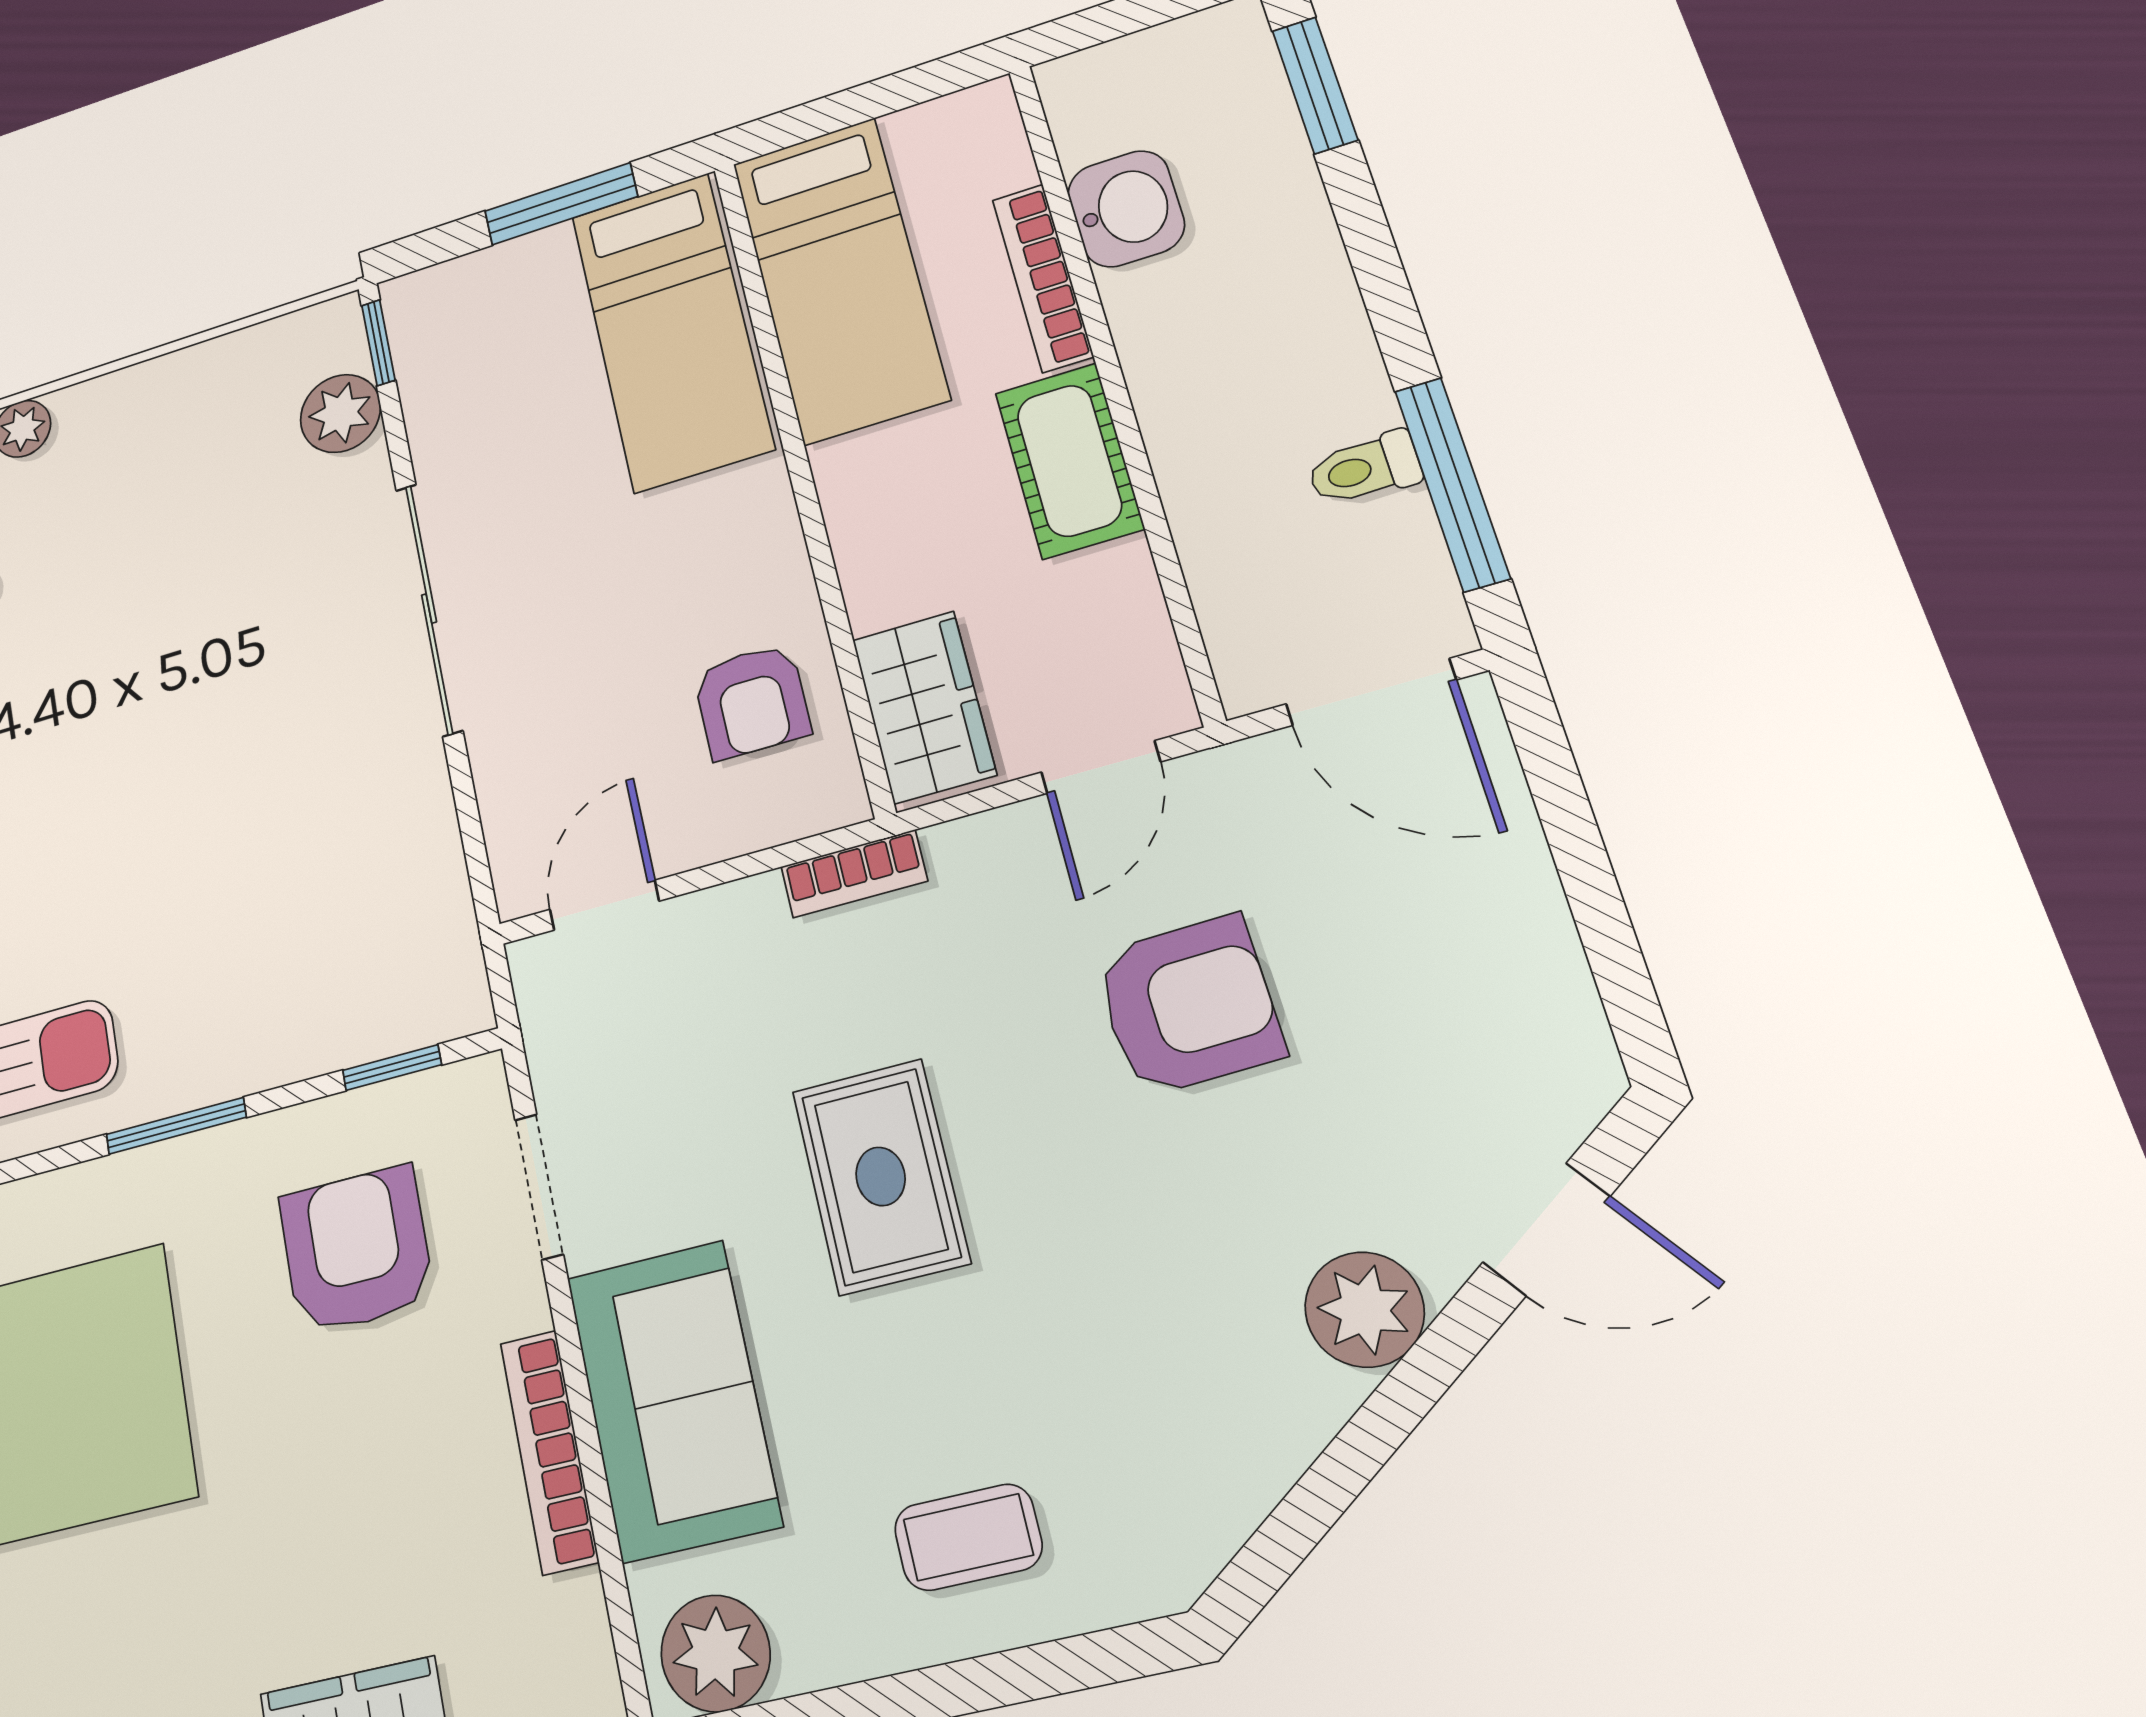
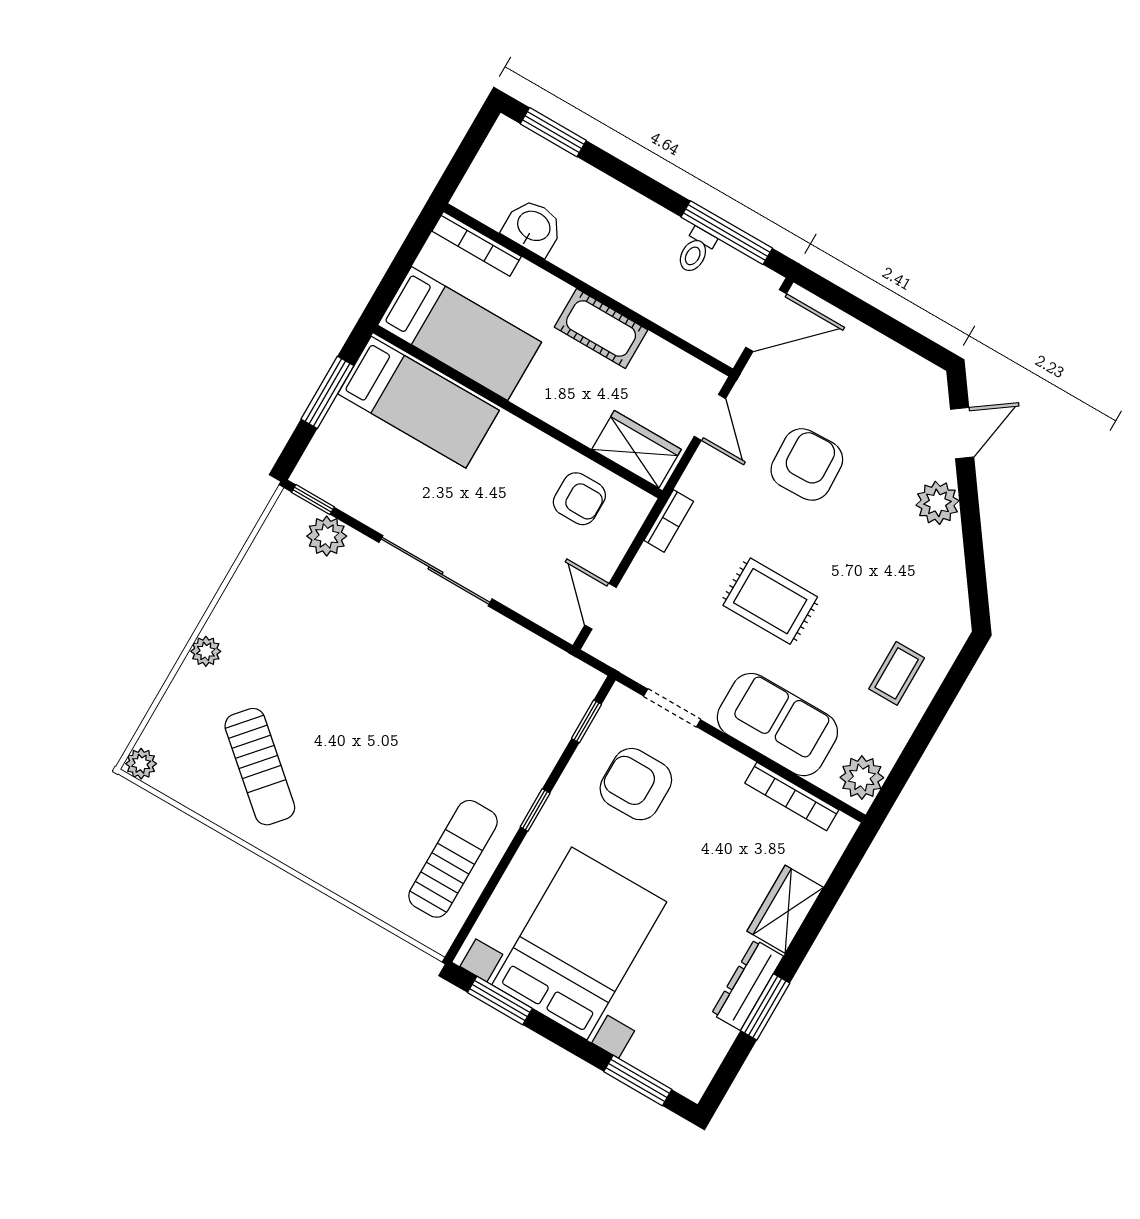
bookcase: (1043, 278) -> (477, 244), moved
window: (176, 1126) -> (535, 810), width x0.67
bookcase: (549, 1452) -> (792, 796), moved

